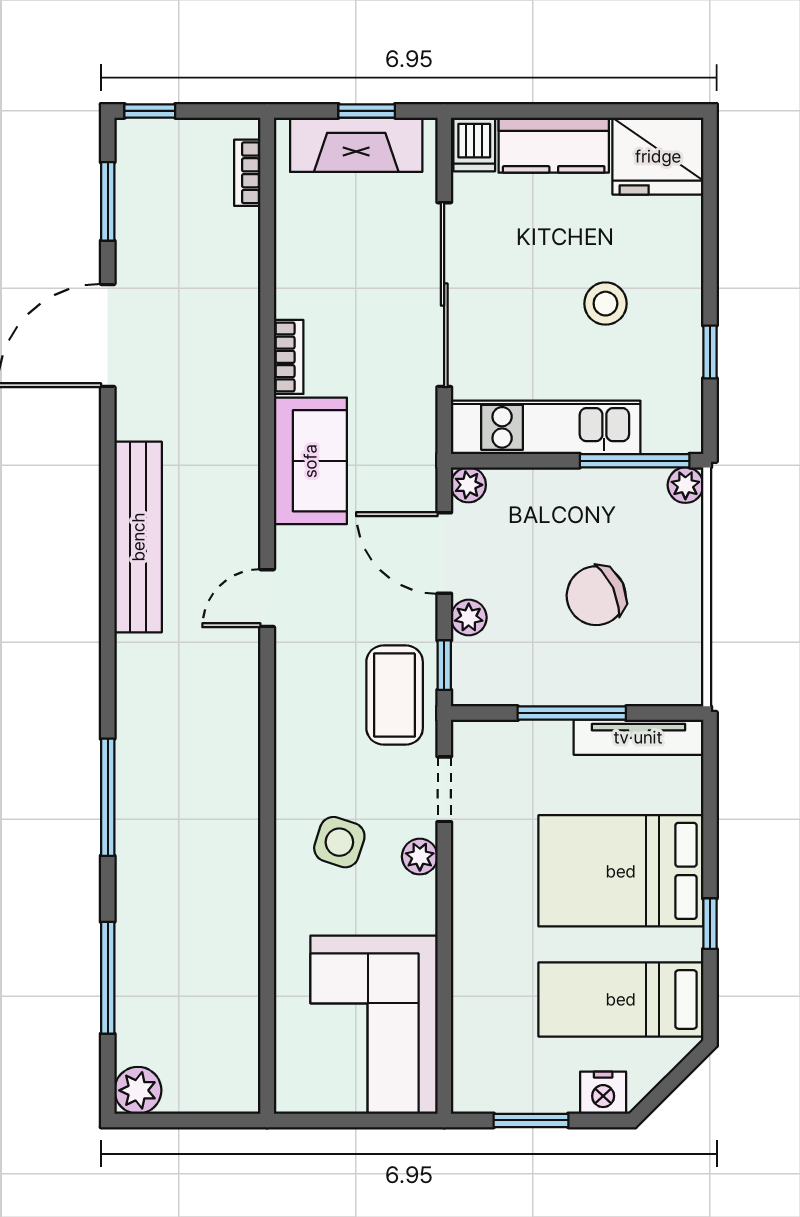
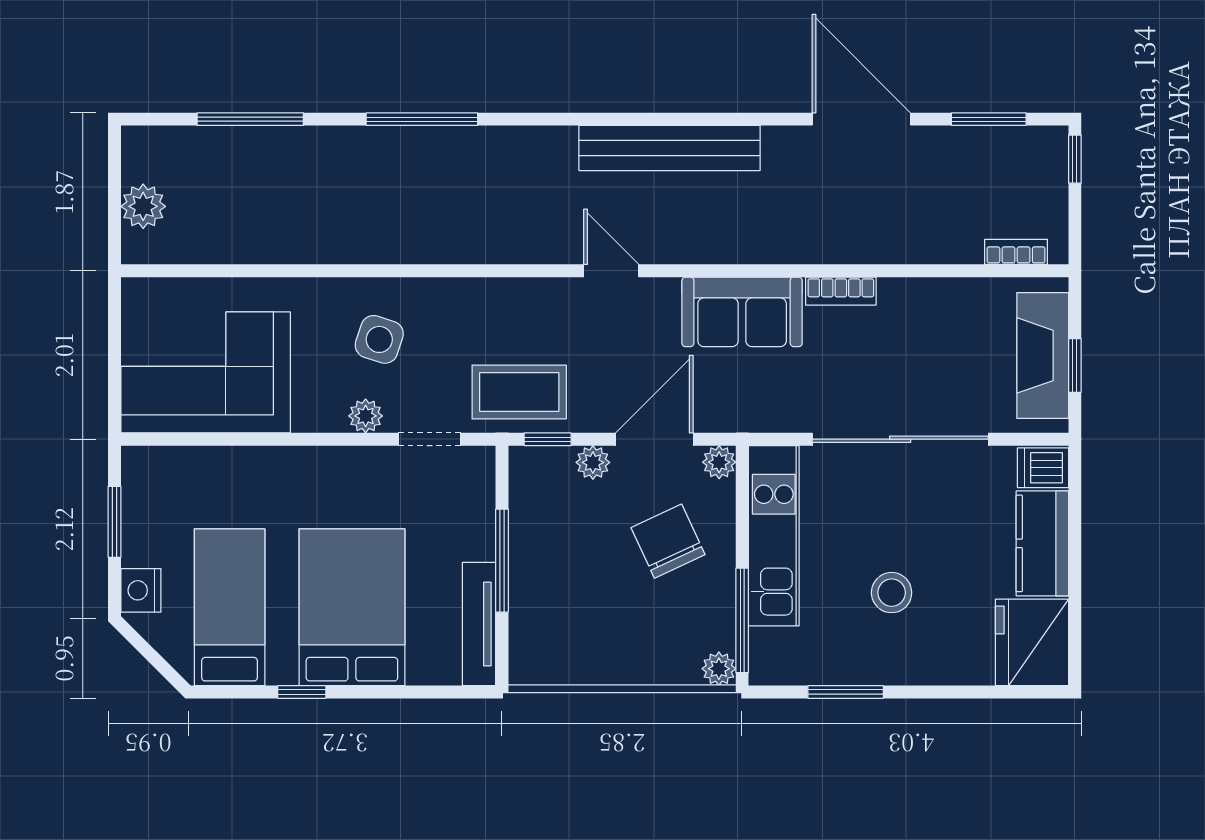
window: (710, 352) -> (846, 692), width x1.50
chair: (596, 596) -> (668, 541), moved
plant: (138, 1090) -> (143, 206), moved

